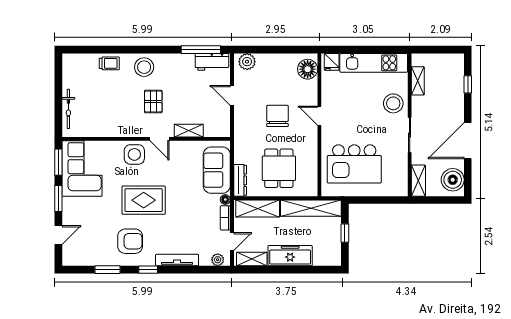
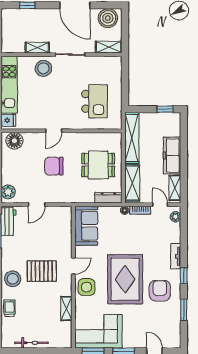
shelving: (418, 81) -> (37, 48), moved
pallet: (153, 101) -> (42, 271), width x1.50, depth x1.42
bicycle: (68, 109) -> (32, 343), moved
shelving: (189, 131) -> (66, 309), moved
kitchen island: (354, 164) -> (95, 101), width x0.73, depth x0.78
sofa: (217, 170) -> (86, 226), moved, turned -90
rug: (144, 200) -> (125, 279), width x1.37, depth x1.44
window: (345, 233) -> (165, 109), moved
tv unit: (177, 260) -> (176, 256), width x0.71

